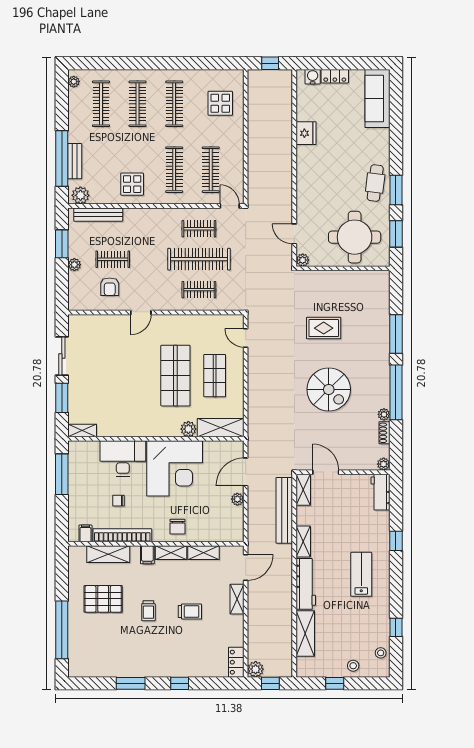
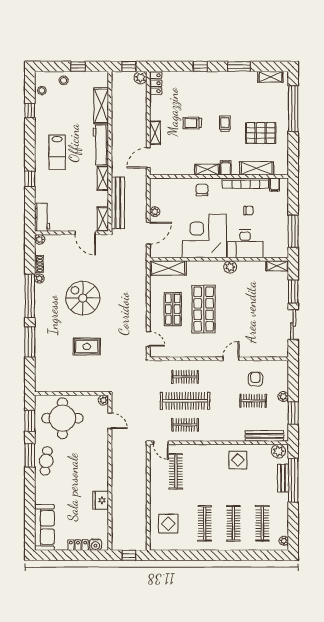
clothes rail: (174, 170) -> (205, 471), removed
plant: (188, 429) -> (230, 267), moved
shelving: (204, 553) -> (270, 77), moved

